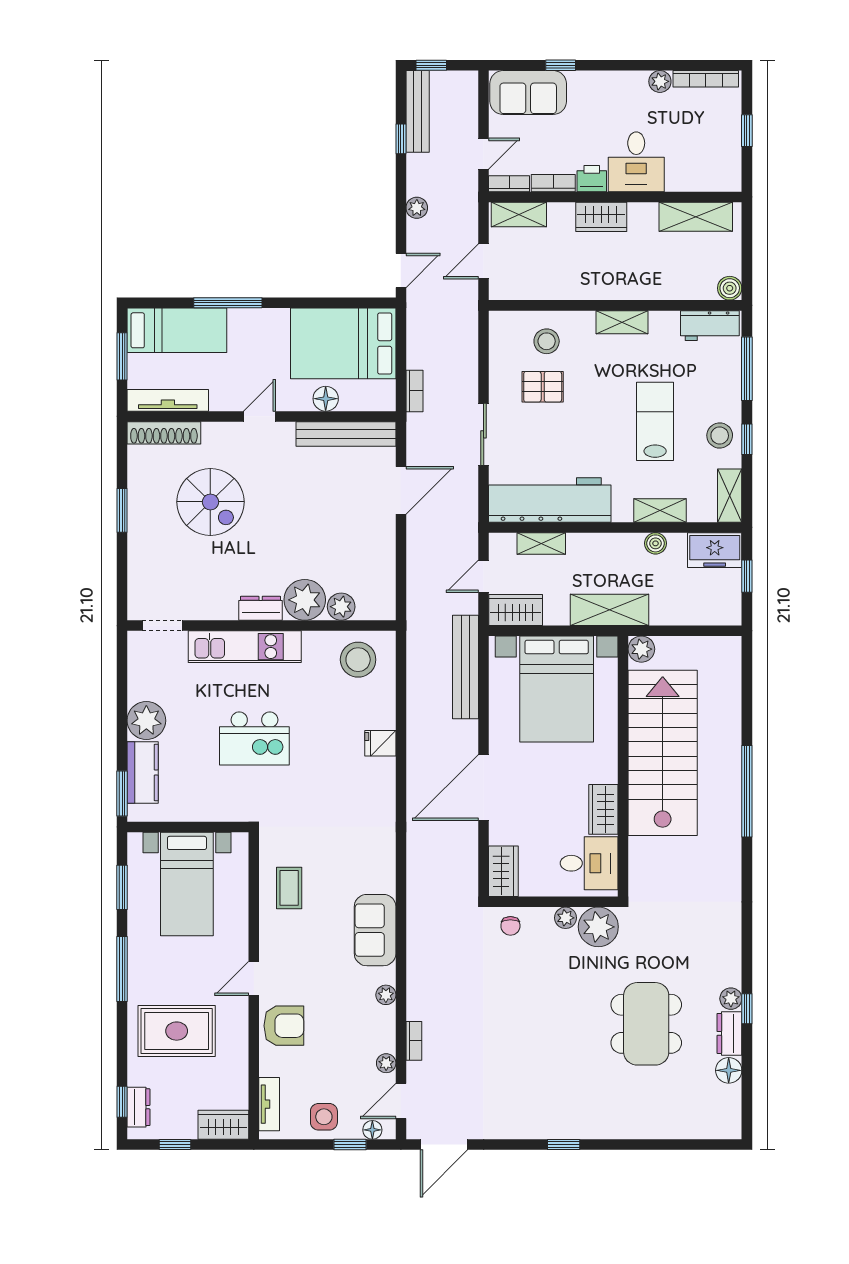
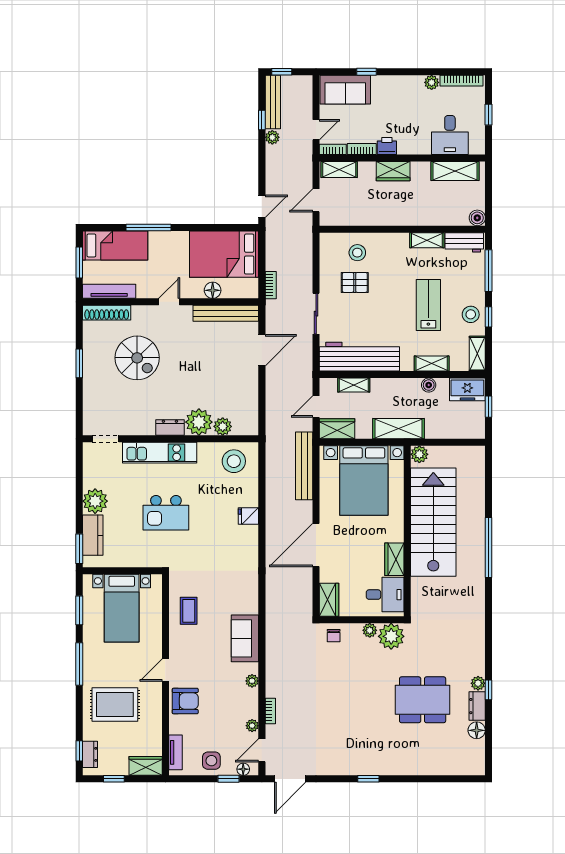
desk: (636, 162) -> (450, 135), moved
plant: (417, 208) -> (272, 137), moved
shelving: (622, 322) -> (427, 240), moved
dining table: (646, 1024) -> (423, 700), turned 90

